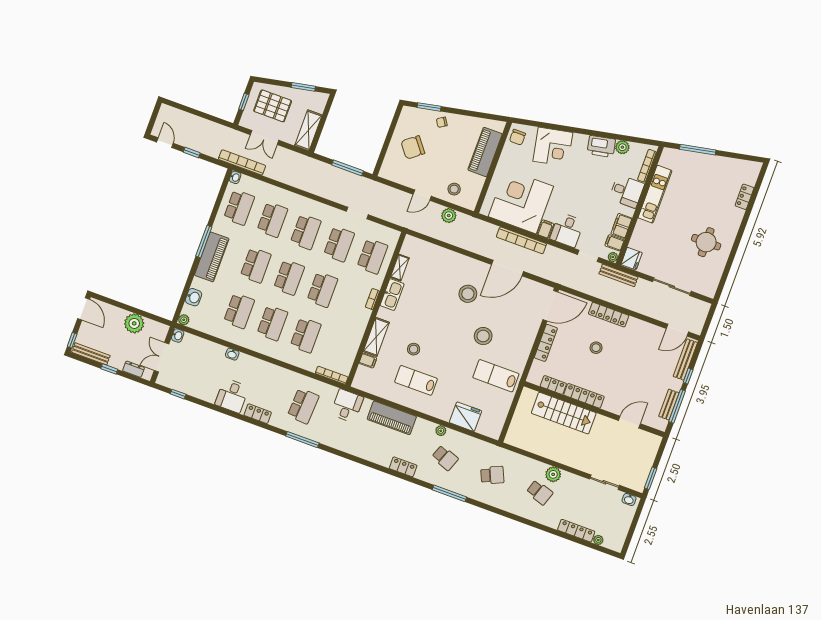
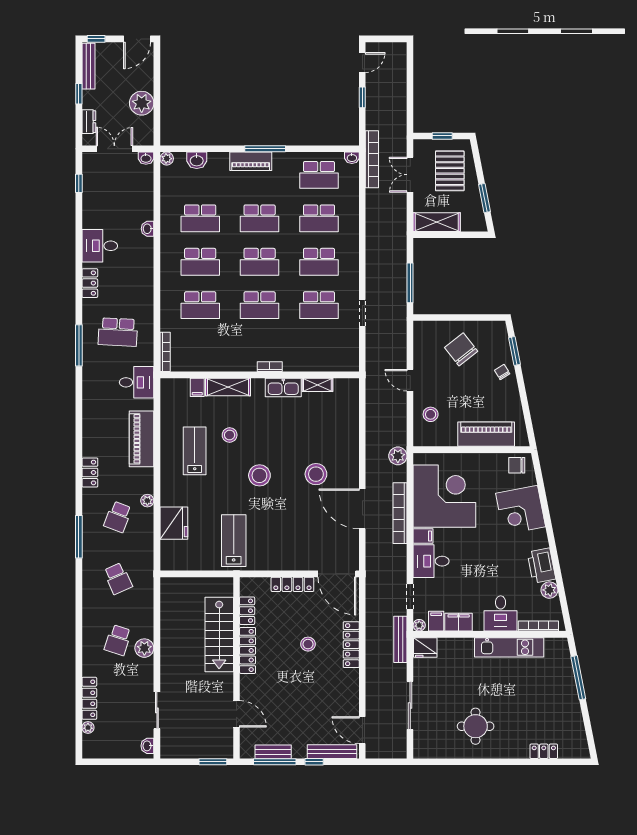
plant: (449, 216) -> (398, 456), moved
school desk: (372, 256) -> (319, 349), removed
piano: (212, 257) -> (251, 161), width x0.73, depth x0.75
stool: (483, 336) -> (259, 475), moved
window: (651, 478) -> (213, 762), moved

